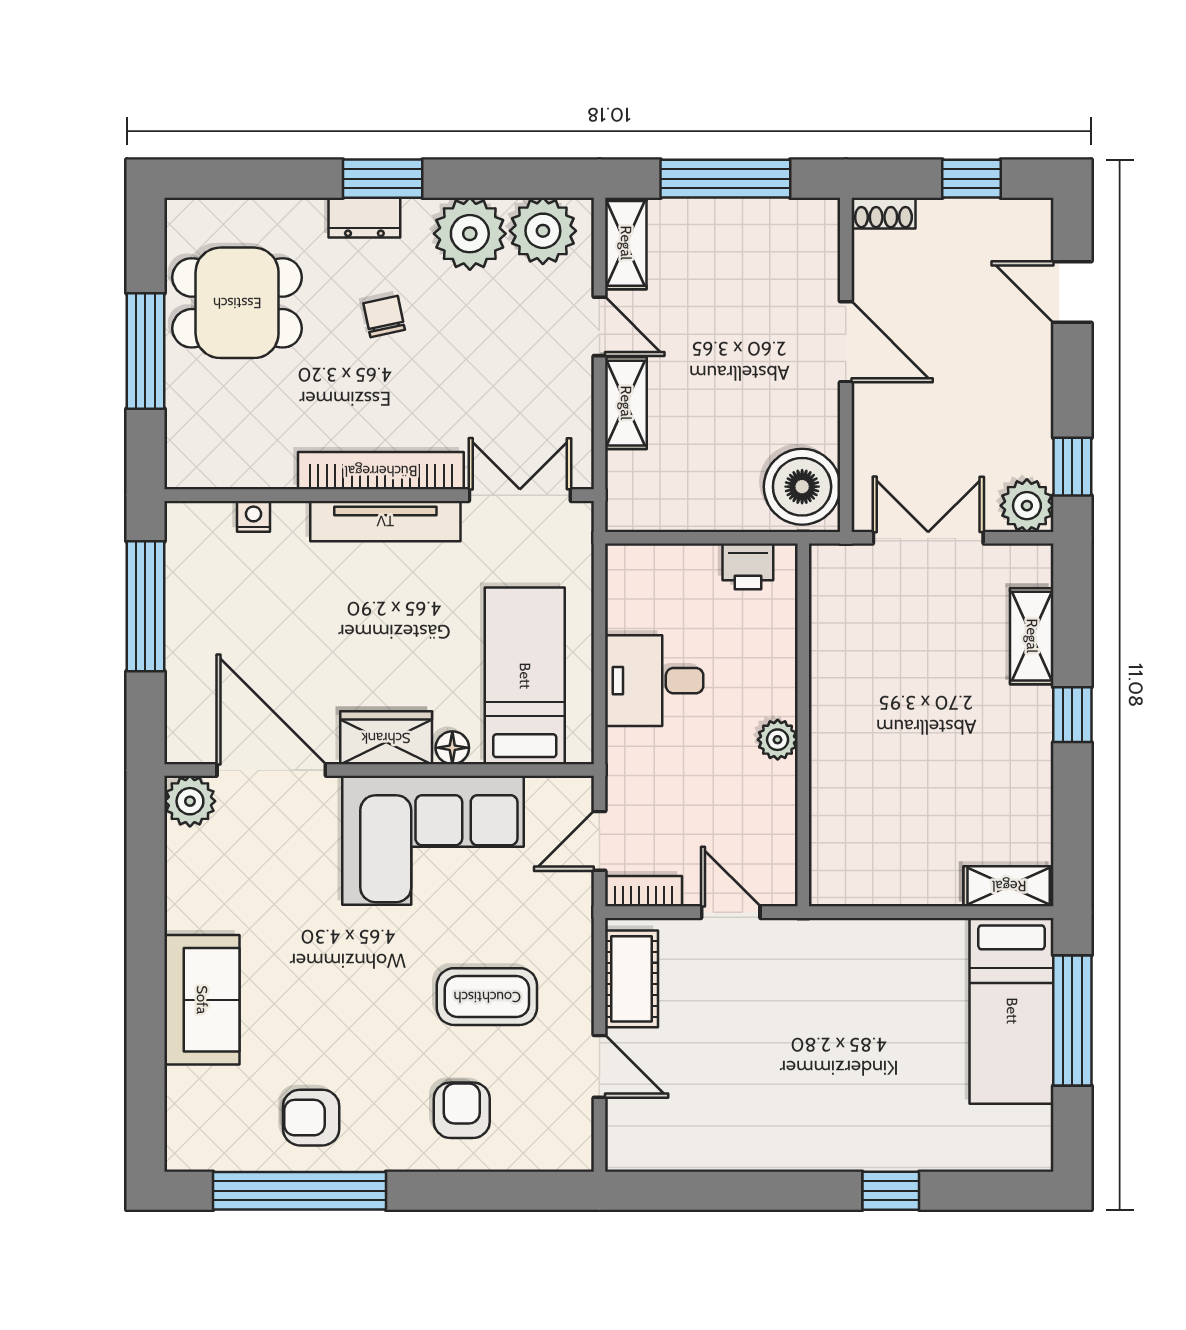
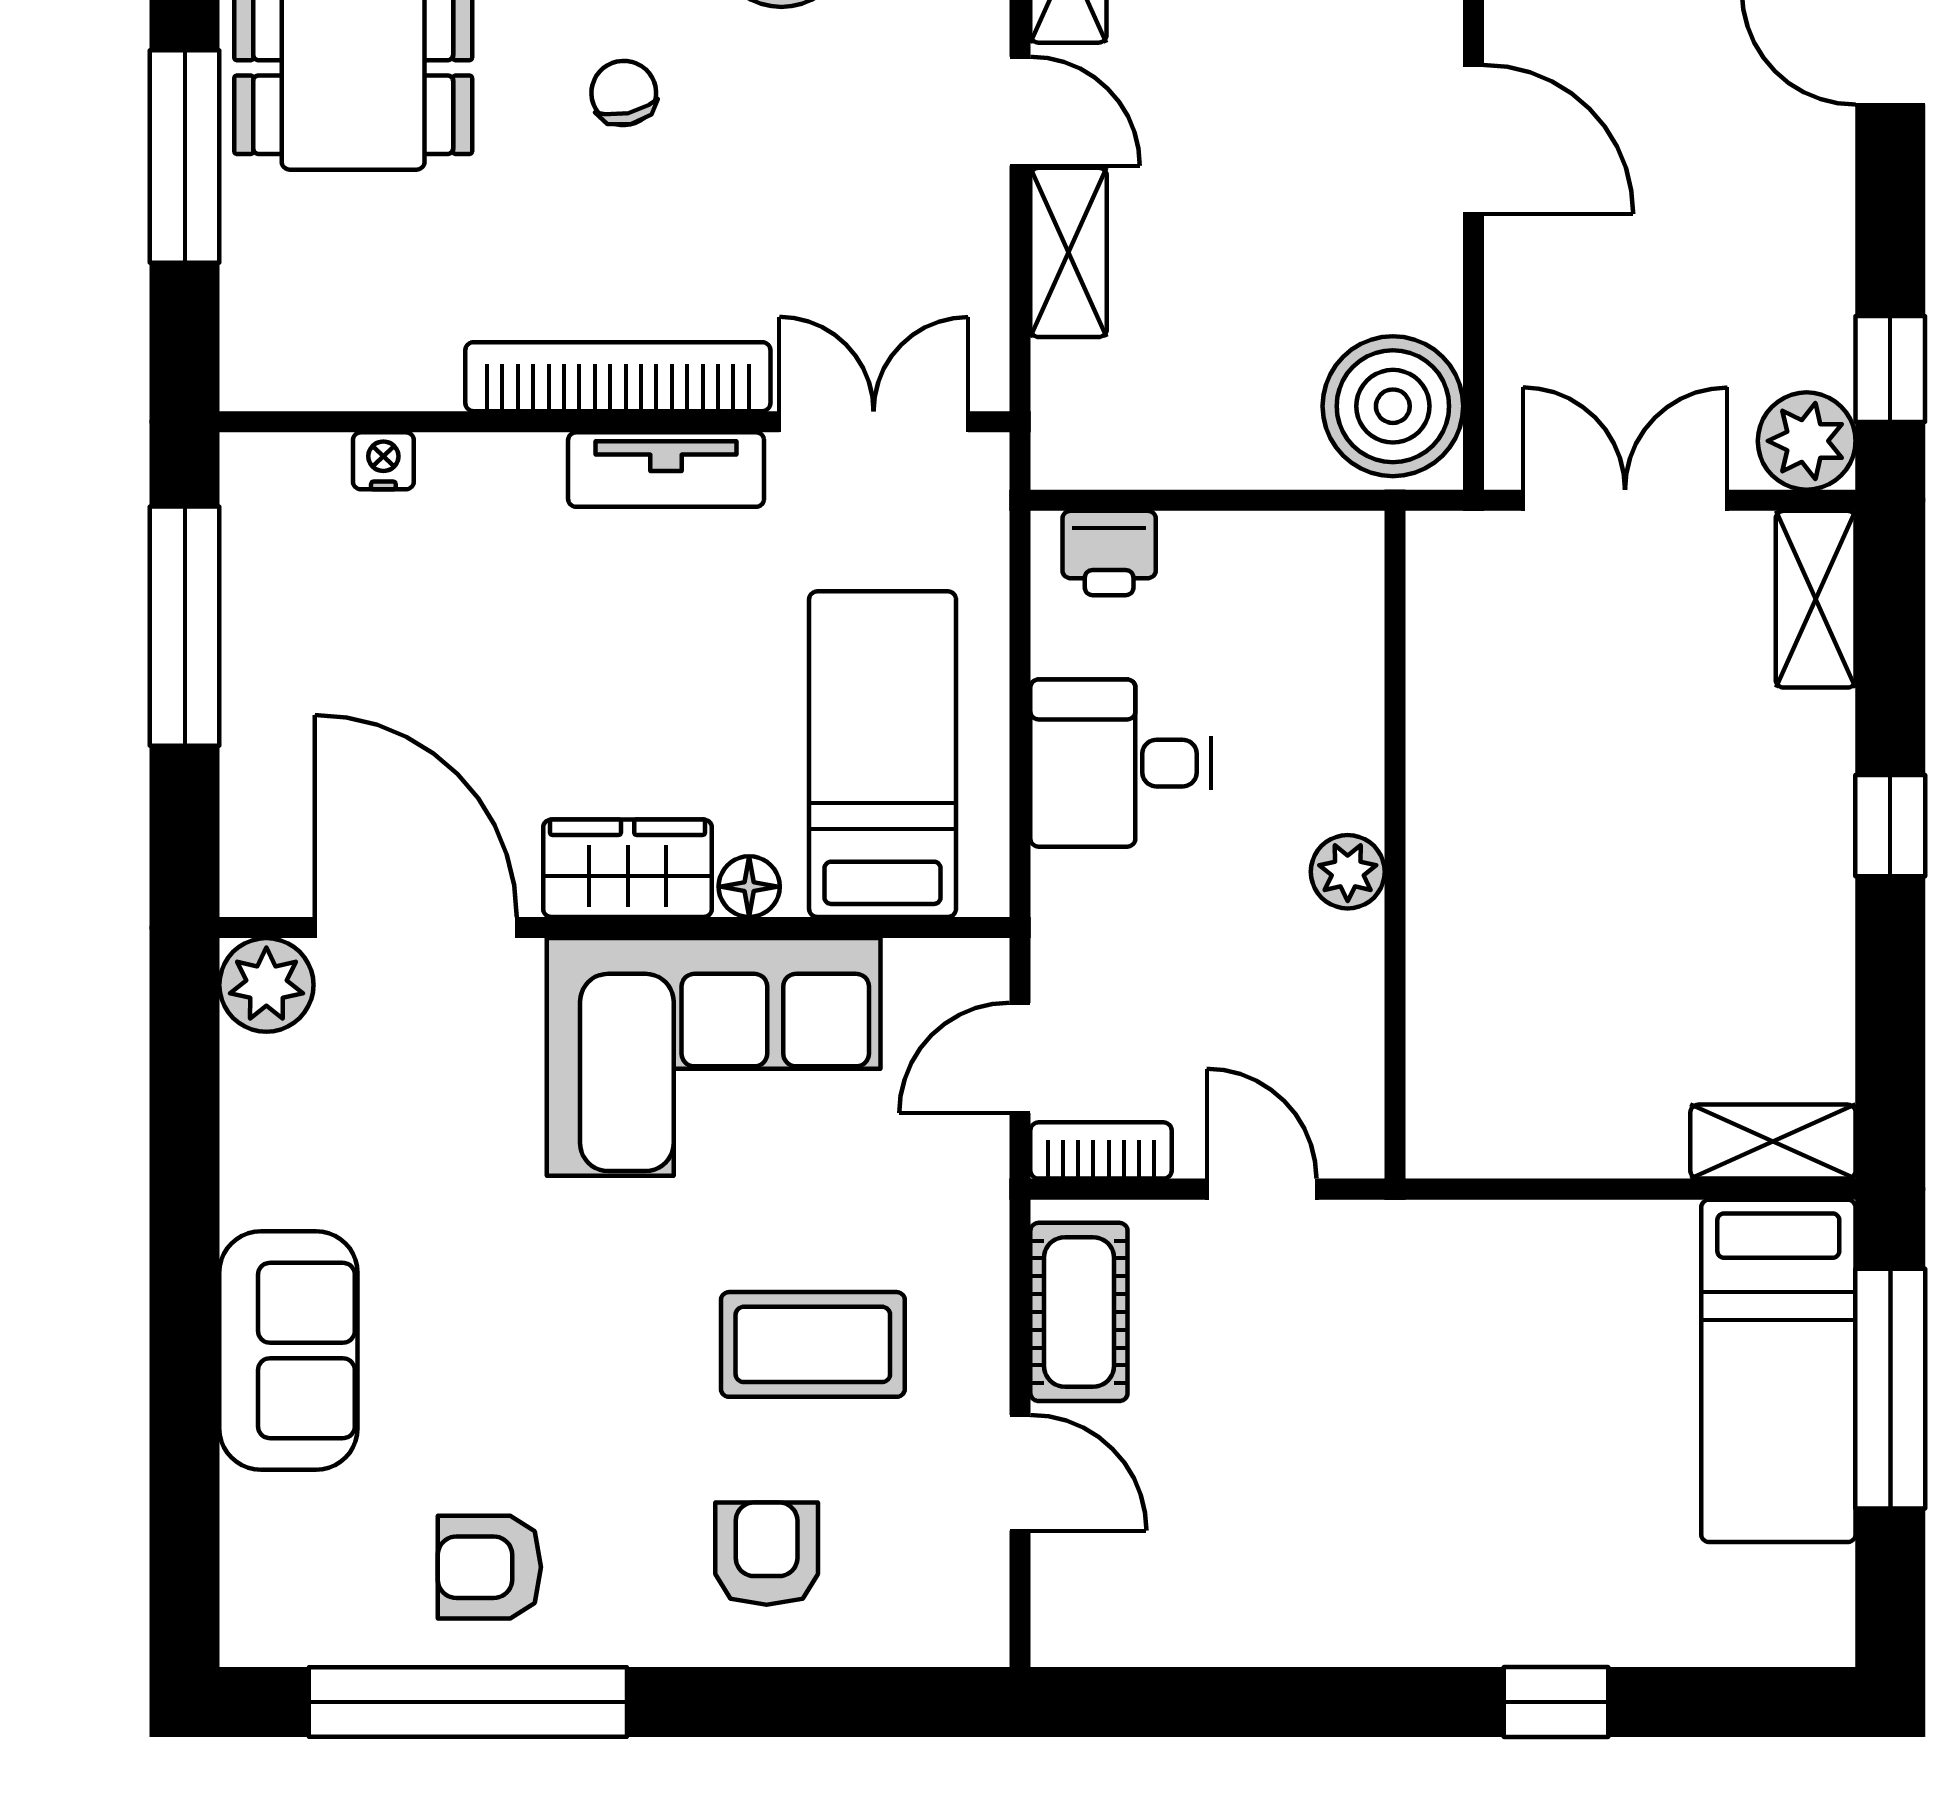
tv unit: (385, 521) -> (666, 470), width x0.71
printer: (748, 566) -> (1109, 553), moved
shelving: (1032, 636) -> (1816, 599), moved

